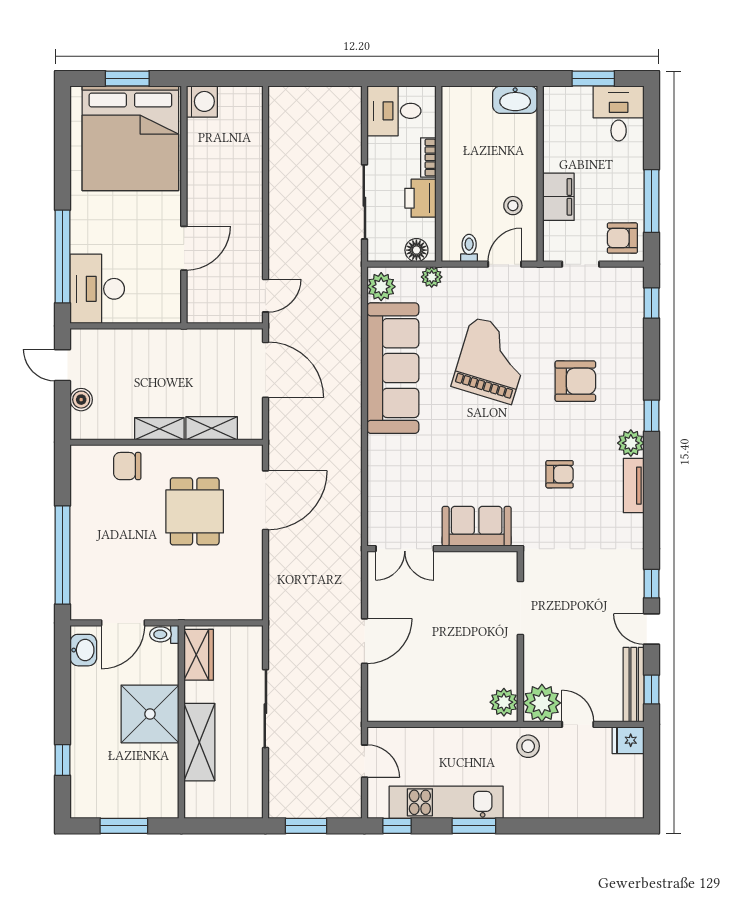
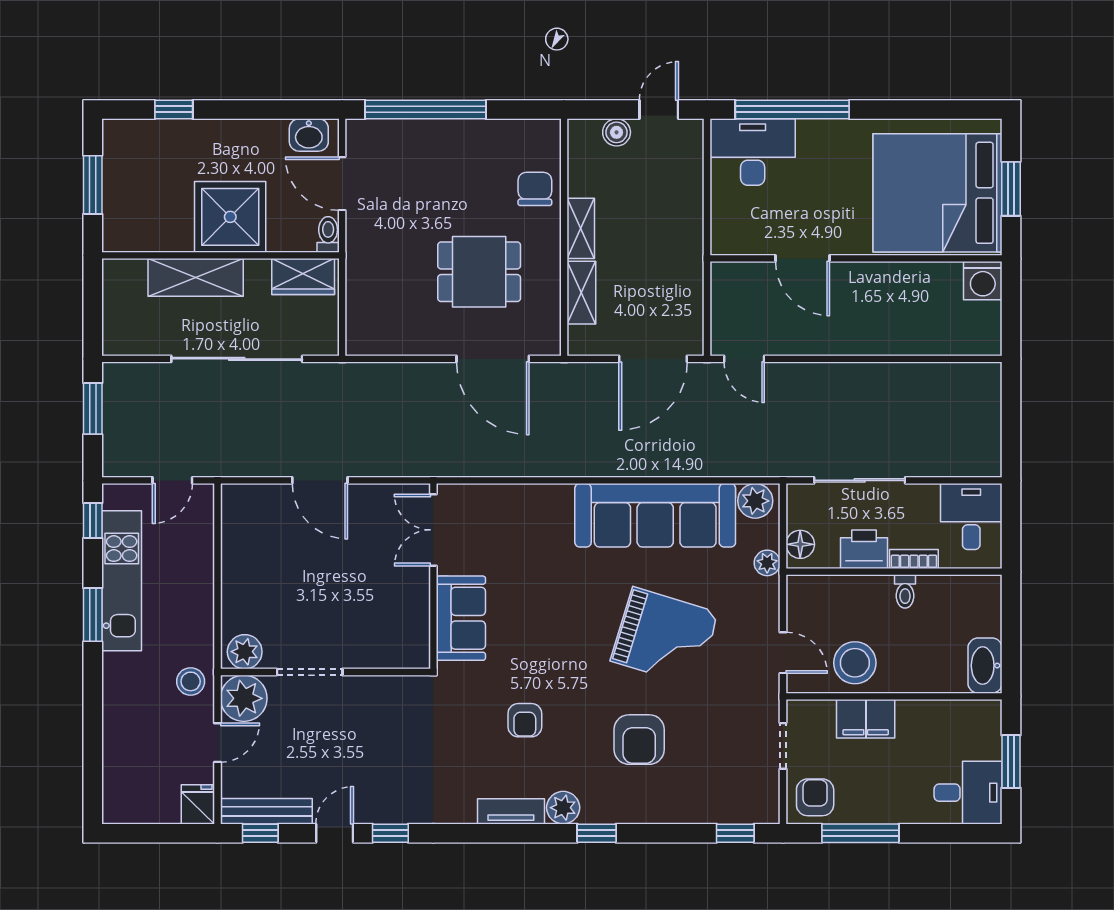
stool: (513, 206) -> (855, 663), width x1.89, depth x1.89
toilet: (469, 248) -> (905, 591), moved, turned 90
doorway: (520, 608) -> (310, 672), moved
sliding door: (265, 709) -> (237, 359), width x1.36

